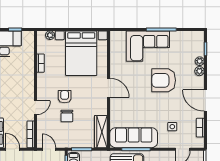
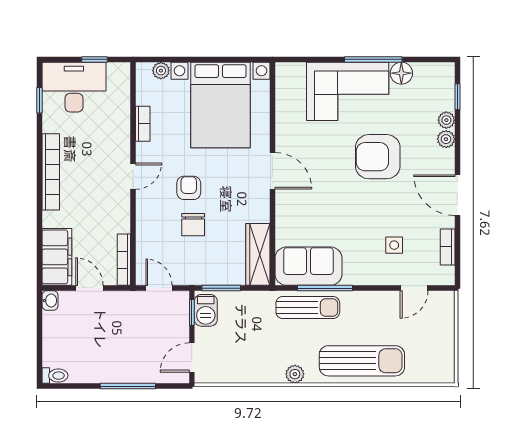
floor lamp: (176, 37) -> (401, 73), added
door: (35, 108) -> (133, 176), moved
sofa: (134, 138) -> (308, 266), width x0.73

